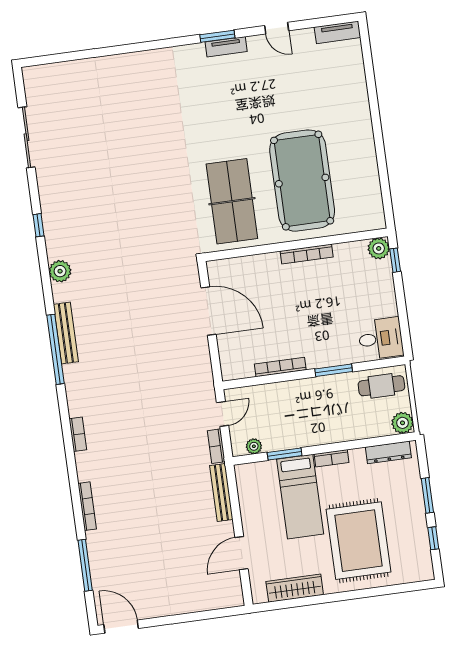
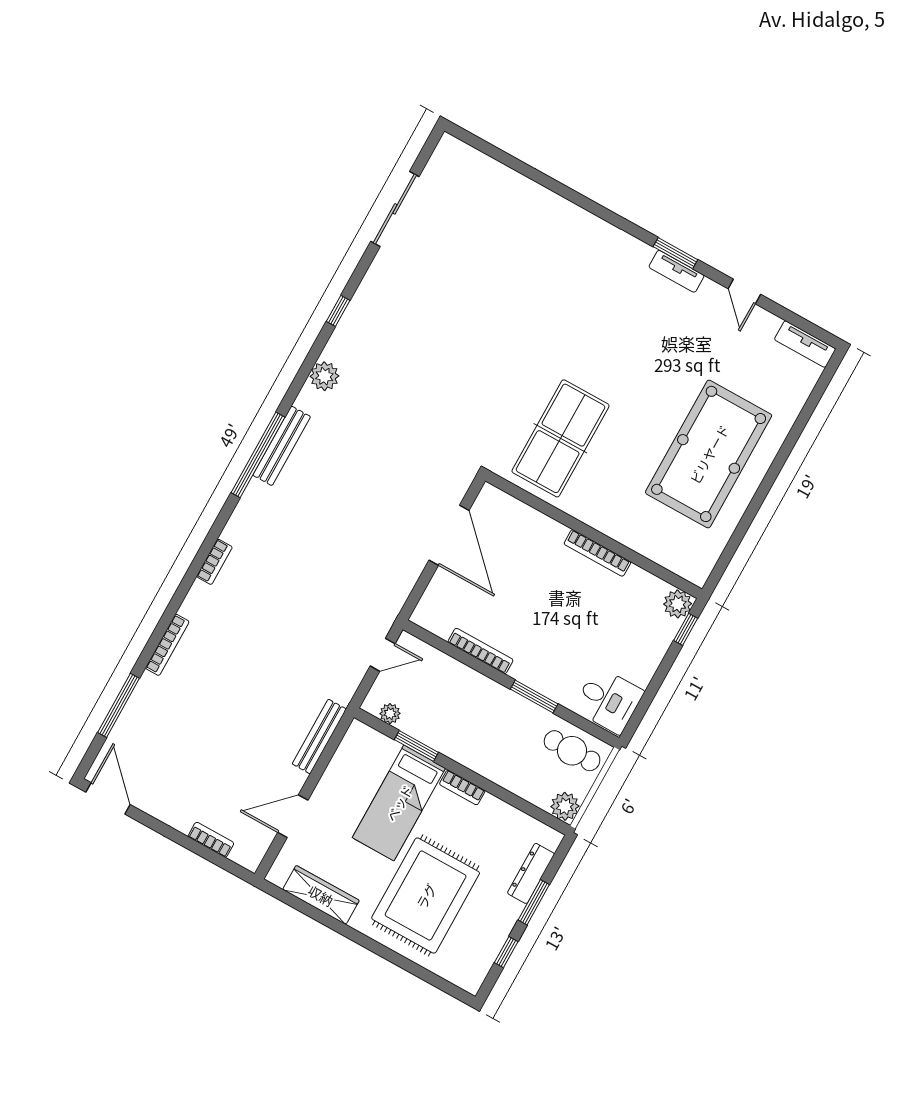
pool table: (302, 181) -> (709, 454), moved
bookcase: (216, 446) -> (211, 840), moved, turned 90
dresser: (388, 452) -> (531, 873), moved, turned 90

